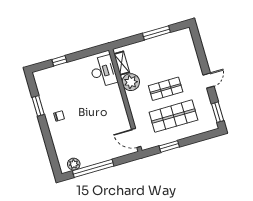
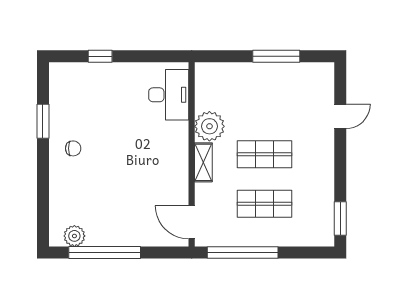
shelving: (122, 63) -> (203, 162), moved
door: (208, 81) -> (340, 116), moved
shop shelf: (173, 116) -> (264, 204), width x0.70, depth x0.74
window: (169, 146) -> (243, 252), width x2.11

